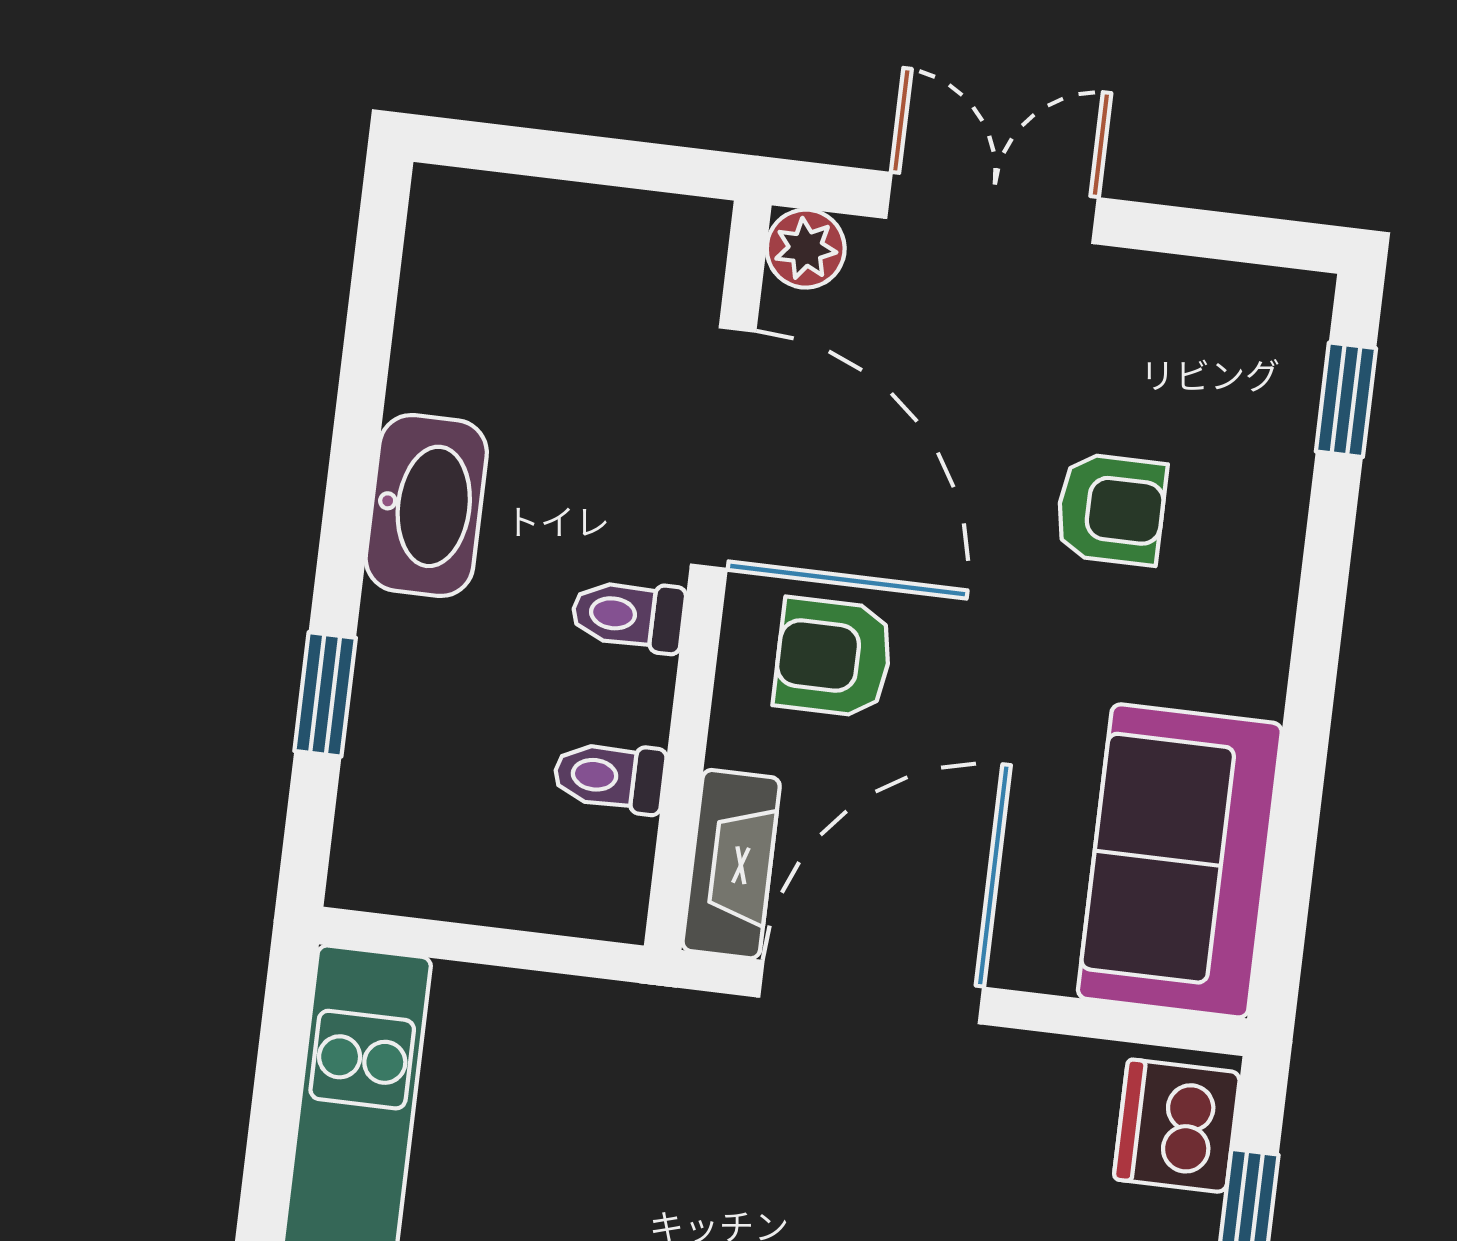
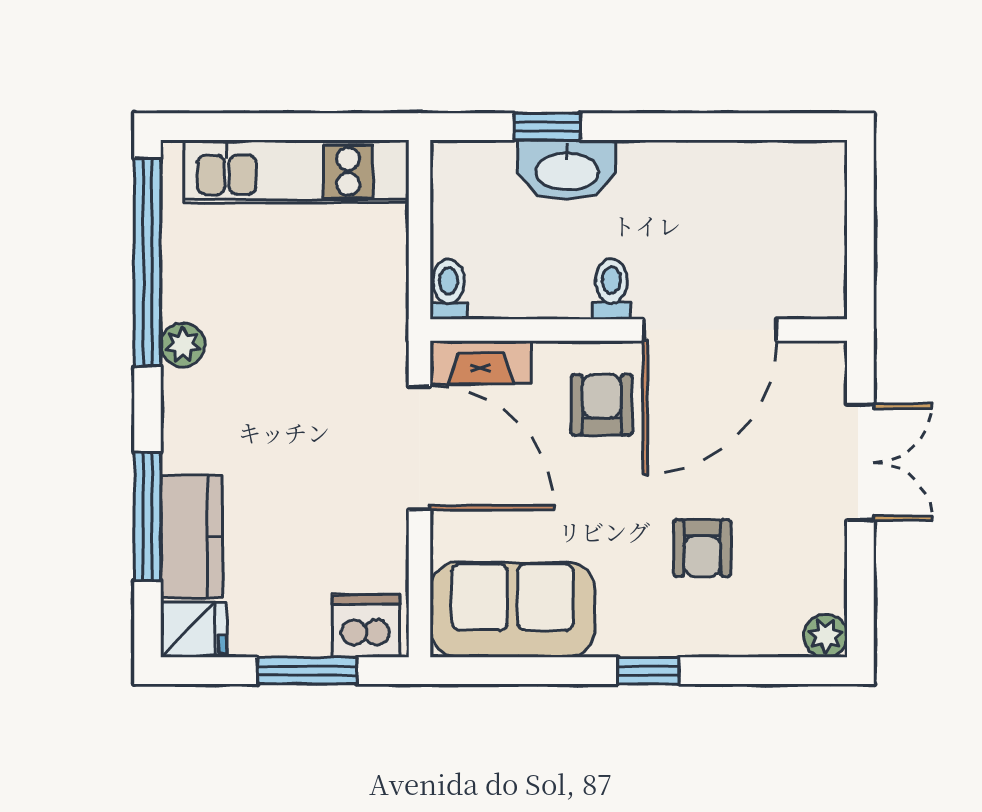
plant: (806, 249) -> (826, 636), moved
window: (1346, 400) -> (648, 671), moved
washbasin: (426, 506) -> (567, 170), moved
toilet: (610, 777) -> (449, 289), moved

